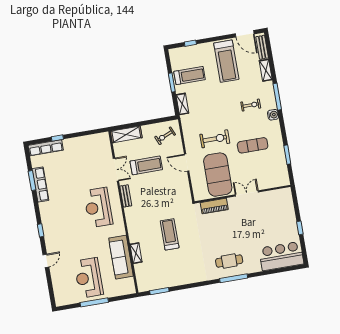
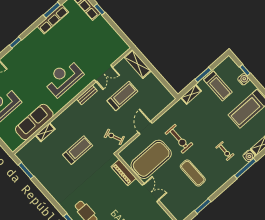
water cooler: (198, 49) -> (244, 79), added
water cooler: (273, 115) -> (249, 156), moved
exercise bike: (165, 136) -> (114, 137), moved
treadmill: (146, 165) -> (122, 96), turned -90

